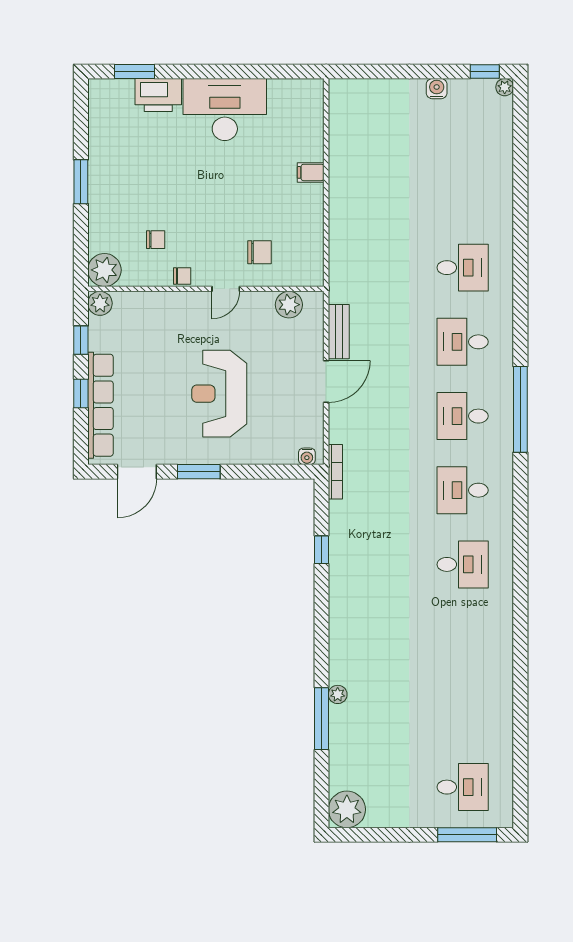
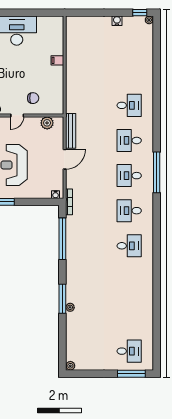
bench: (339, 332) -> (71, 131), width x1.36
window: (321, 550) -> (62, 239), width x3.17
window: (321, 719) -> (62, 299), moved
plant: (347, 809) -> (70, 366), width x0.53, depth x0.53

